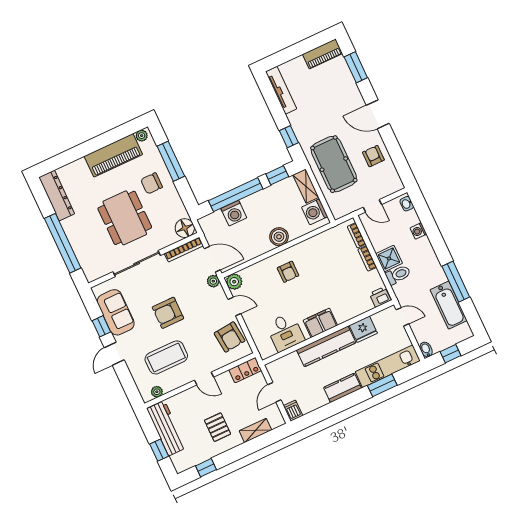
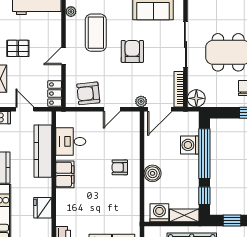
plant: (234, 282) -> (133, 119), removed
kitchen counter: (326, 346) -> (43, 151), moved

